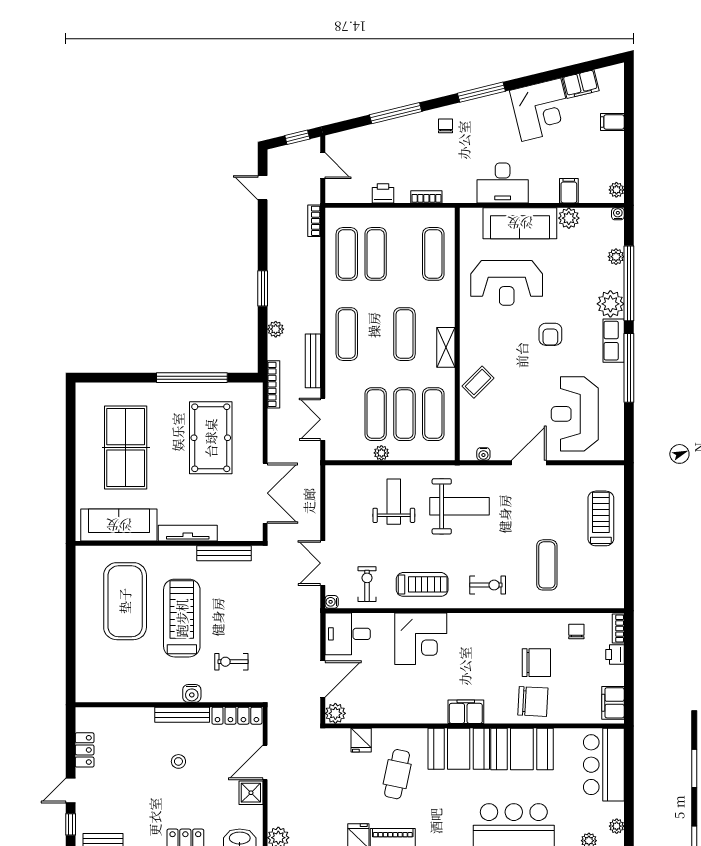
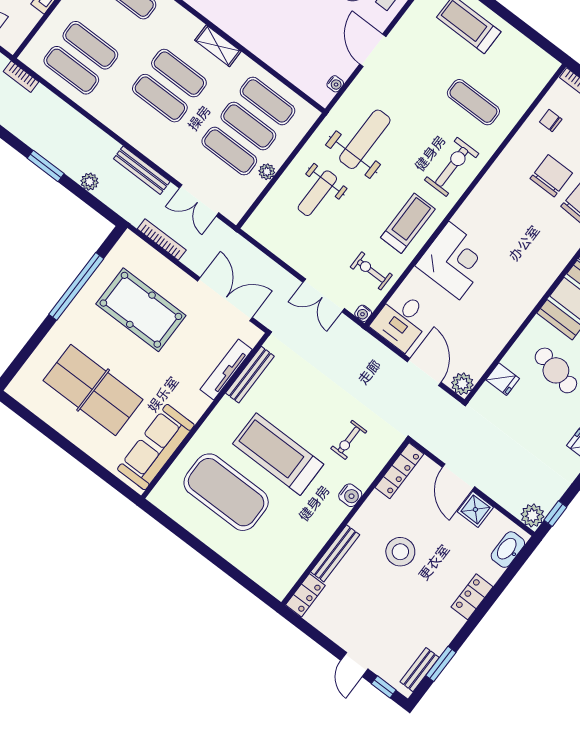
exercise mat: (347, 334) -> (160, 98), moved
coffee table: (478, 382) -> (269, 41), removed
bookcase: (274, 384) -> (162, 239), moved
weight bench: (394, 502) -> (317, 193), turned -90
tv unit: (188, 533) -> (226, 369), moved
exercise bike: (488, 585) -> (452, 167), width x1.38, depth x1.39
filing cabinet: (466, 712) -> (547, 270), removed
bench: (182, 715) -> (335, 553), moved
locker: (85, 750) -> (305, 595), moved, turned 90
stool: (178, 761) -> (400, 552), width x1.89, depth x1.89

